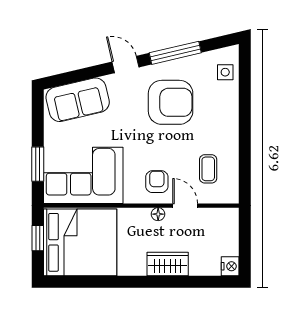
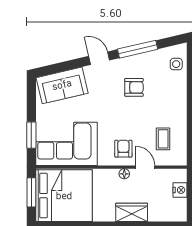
armchair: (171, 102) -> (134, 87), width x0.53, depth x0.53
window: (38, 238) -> (31, 192), width x1.50
nightstand: (230, 266) -> (180, 190), moved

